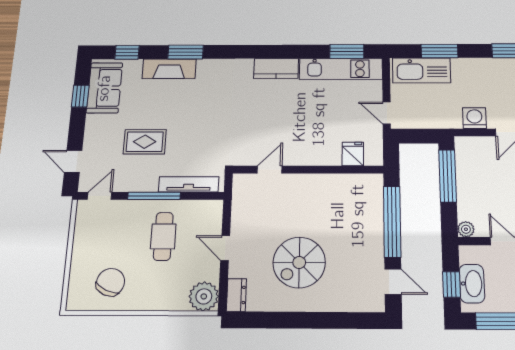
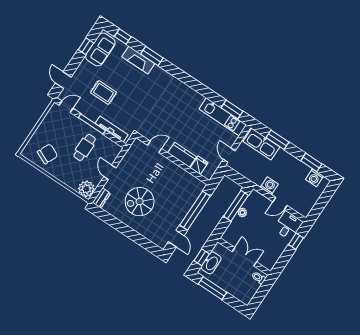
kitchen counter: (276, 68) -> (182, 155), moved, turned 180
plant: (466, 229) -> (242, 212), moved

